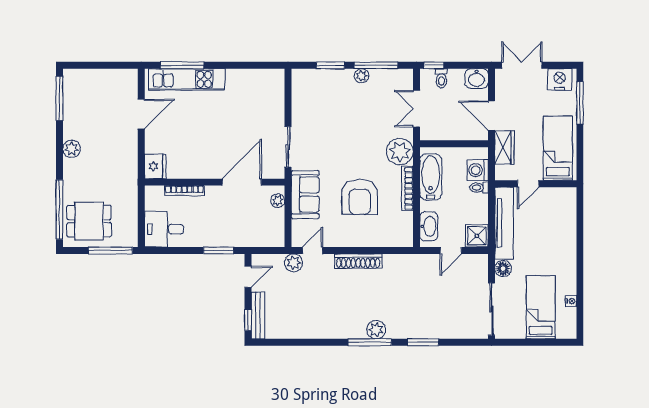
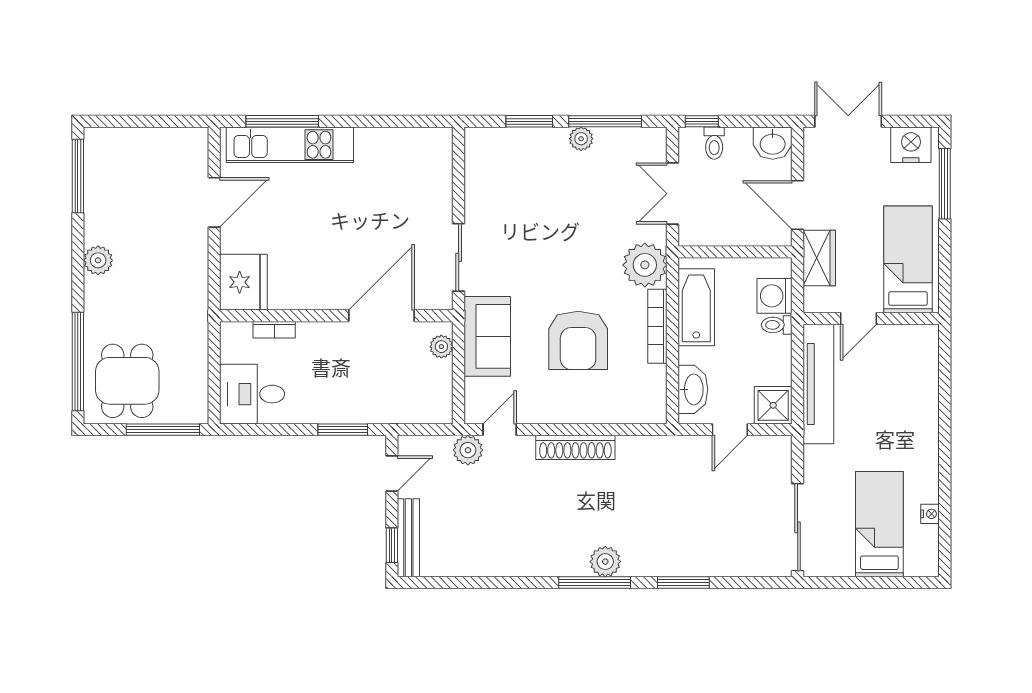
fridge: (155, 166) -> (243, 282), width x1.36, depth x1.34
bookcase: (184, 190) -> (274, 330), width x0.64
dining table: (89, 221) -> (127, 381), turned 90
floor lamp: (503, 269) -> (817, 460), removed

